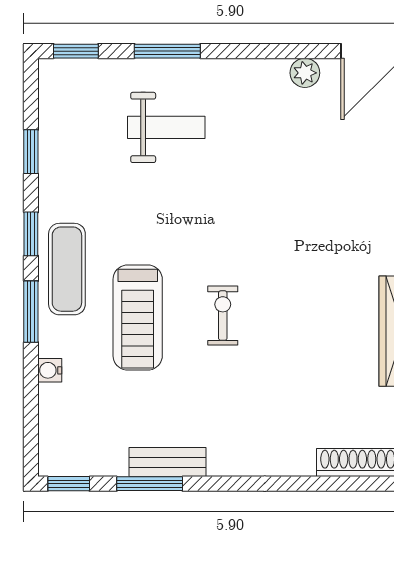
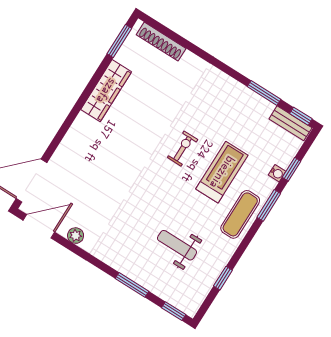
weight bench: (166, 127) -> (177, 245), moved
window: (31, 234) -> (291, 169), moved
exercise bike: (223, 316) -> (183, 149), turned 180
bench: (168, 462) -> (290, 123), moved

